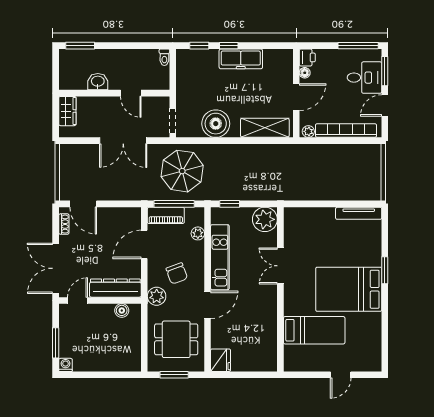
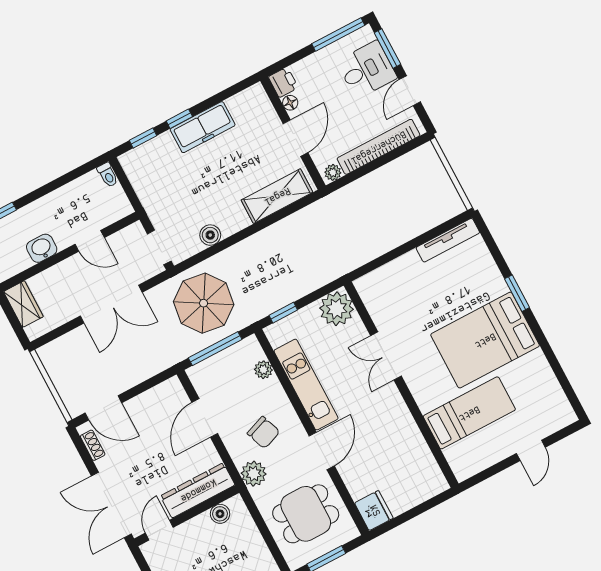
boiler: (216, 124) -> (210, 235), width x0.54, depth x0.54
piano: (166, 215) -> (212, 368), removed

